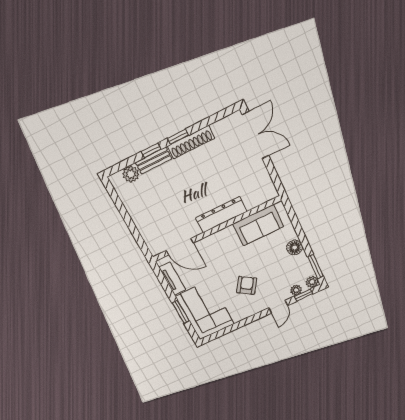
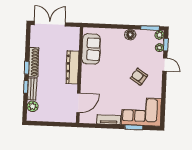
dresser: (221, 215) -> (72, 67), moved
sofa: (258, 225) -> (91, 49), moved
wall: (216, 229) -> (80, 75), moved
door: (180, 247) -> (78, 103), moved

